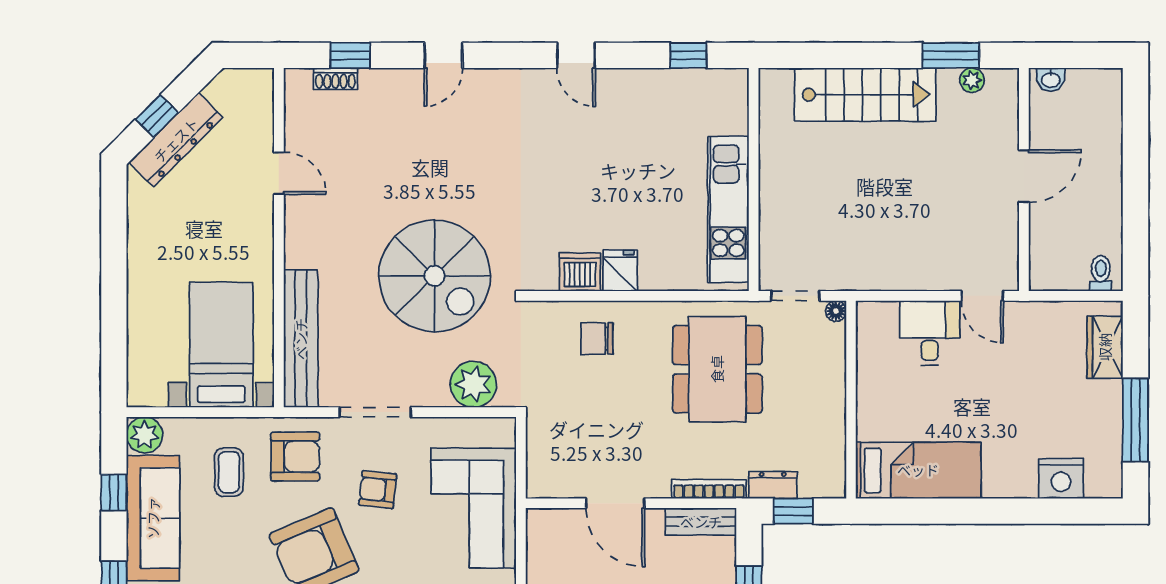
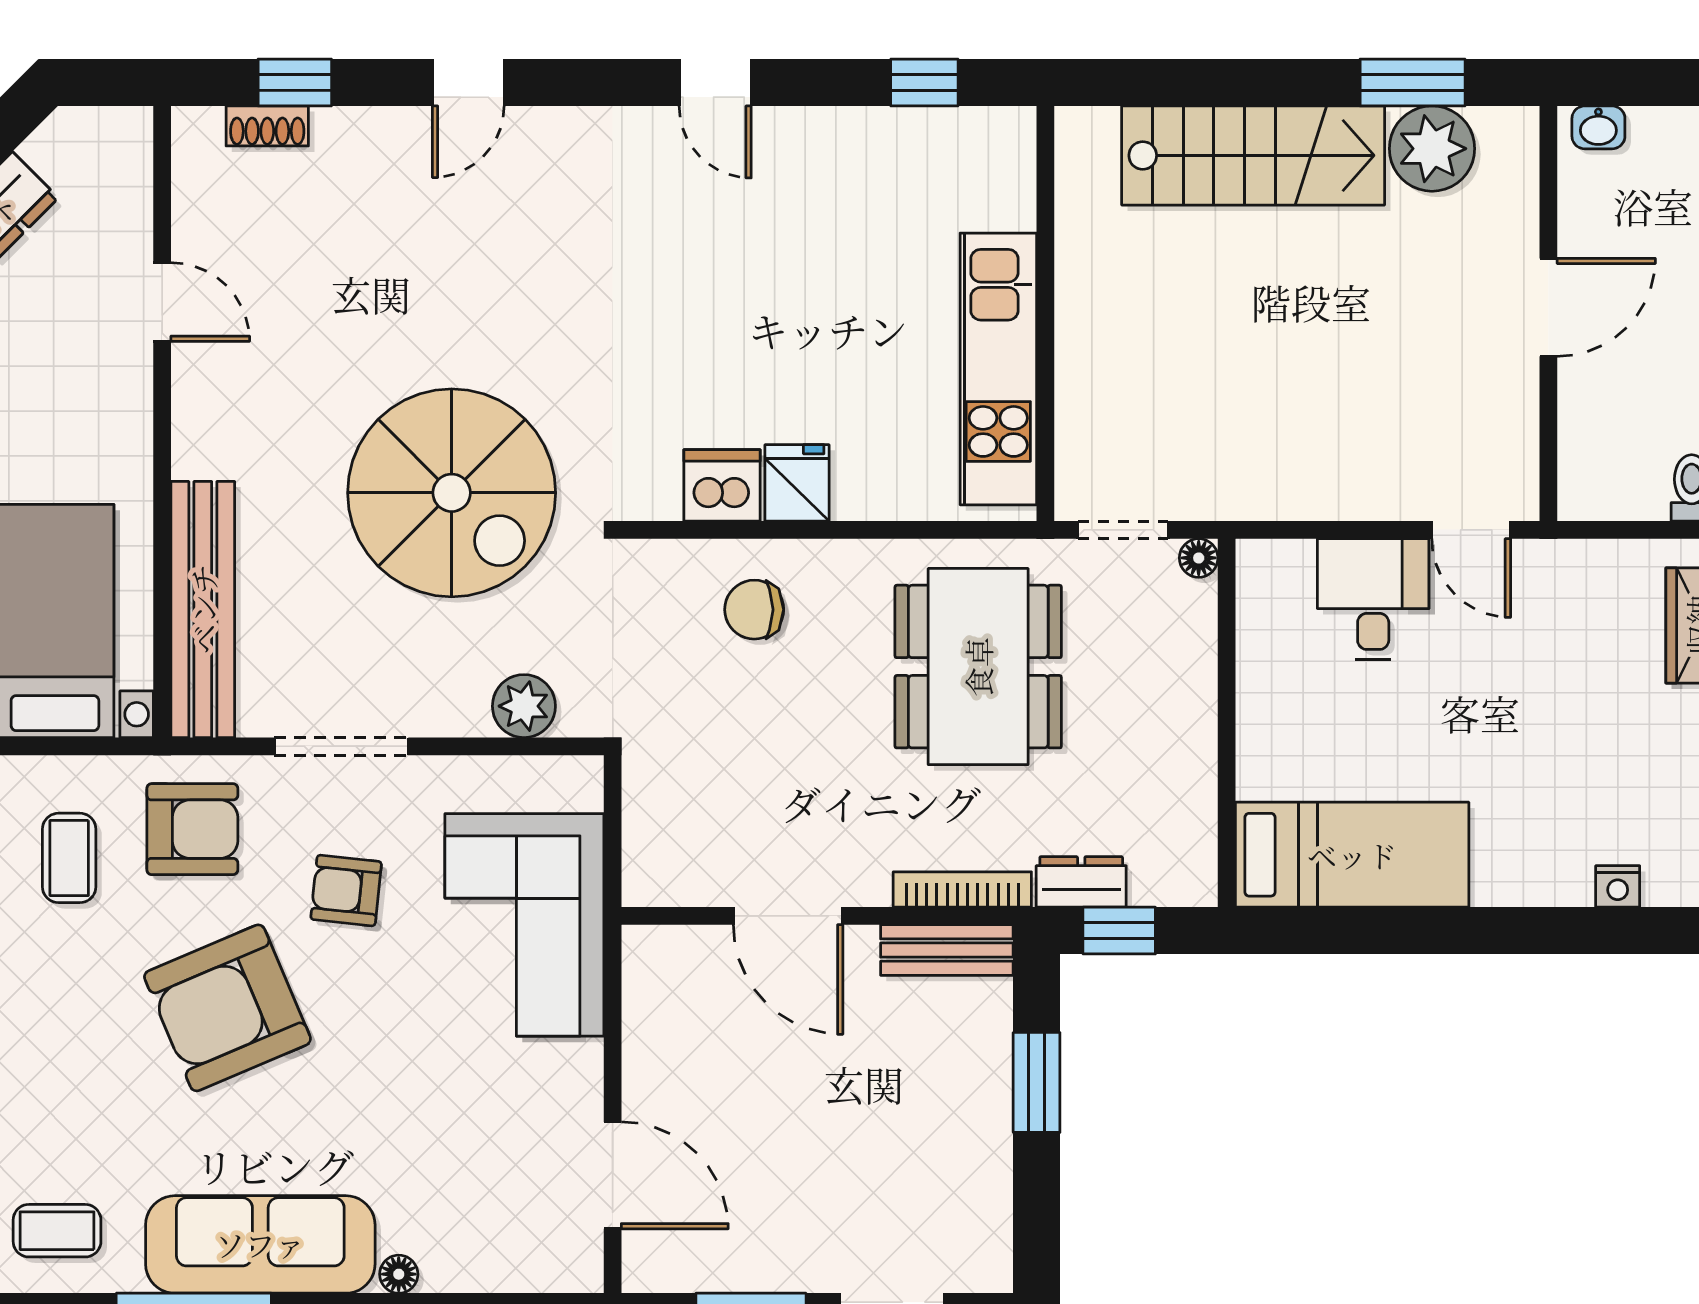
plant: (972, 80) -> (1432, 149), width x1.88, depth x1.88
plant: (473, 384) -> (524, 706), width x0.73, depth x0.73
nightstand: (1061, 479) -> (1618, 886), width x0.53, depth x0.56

